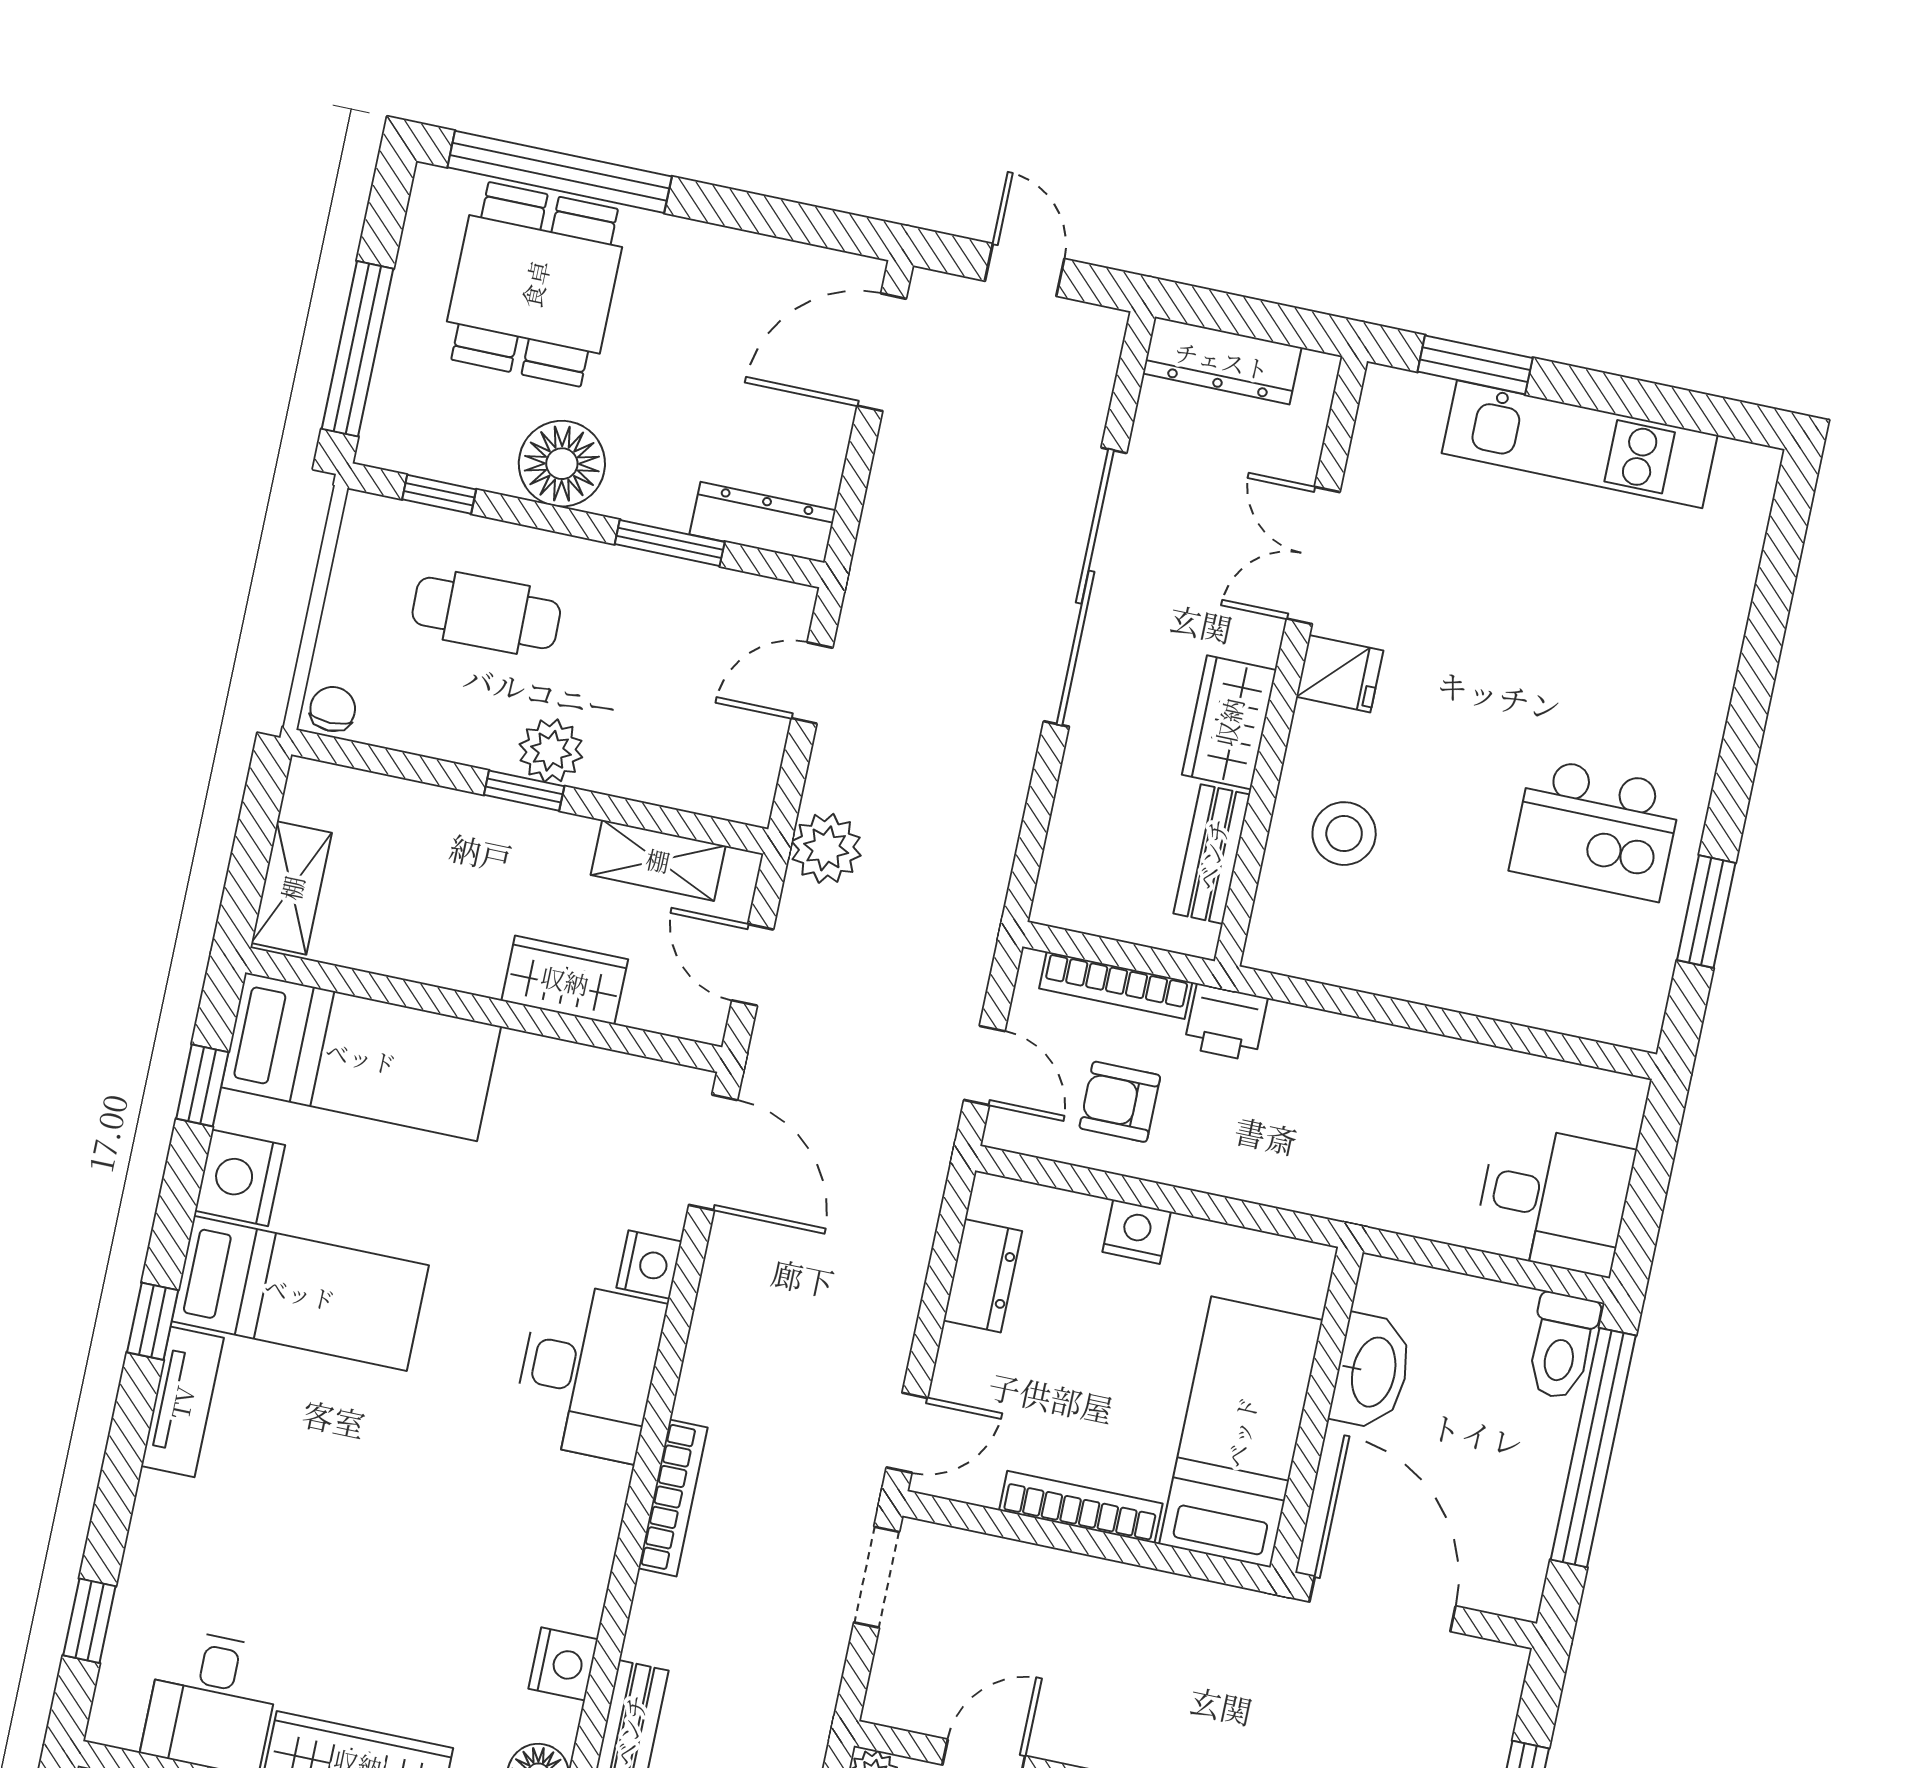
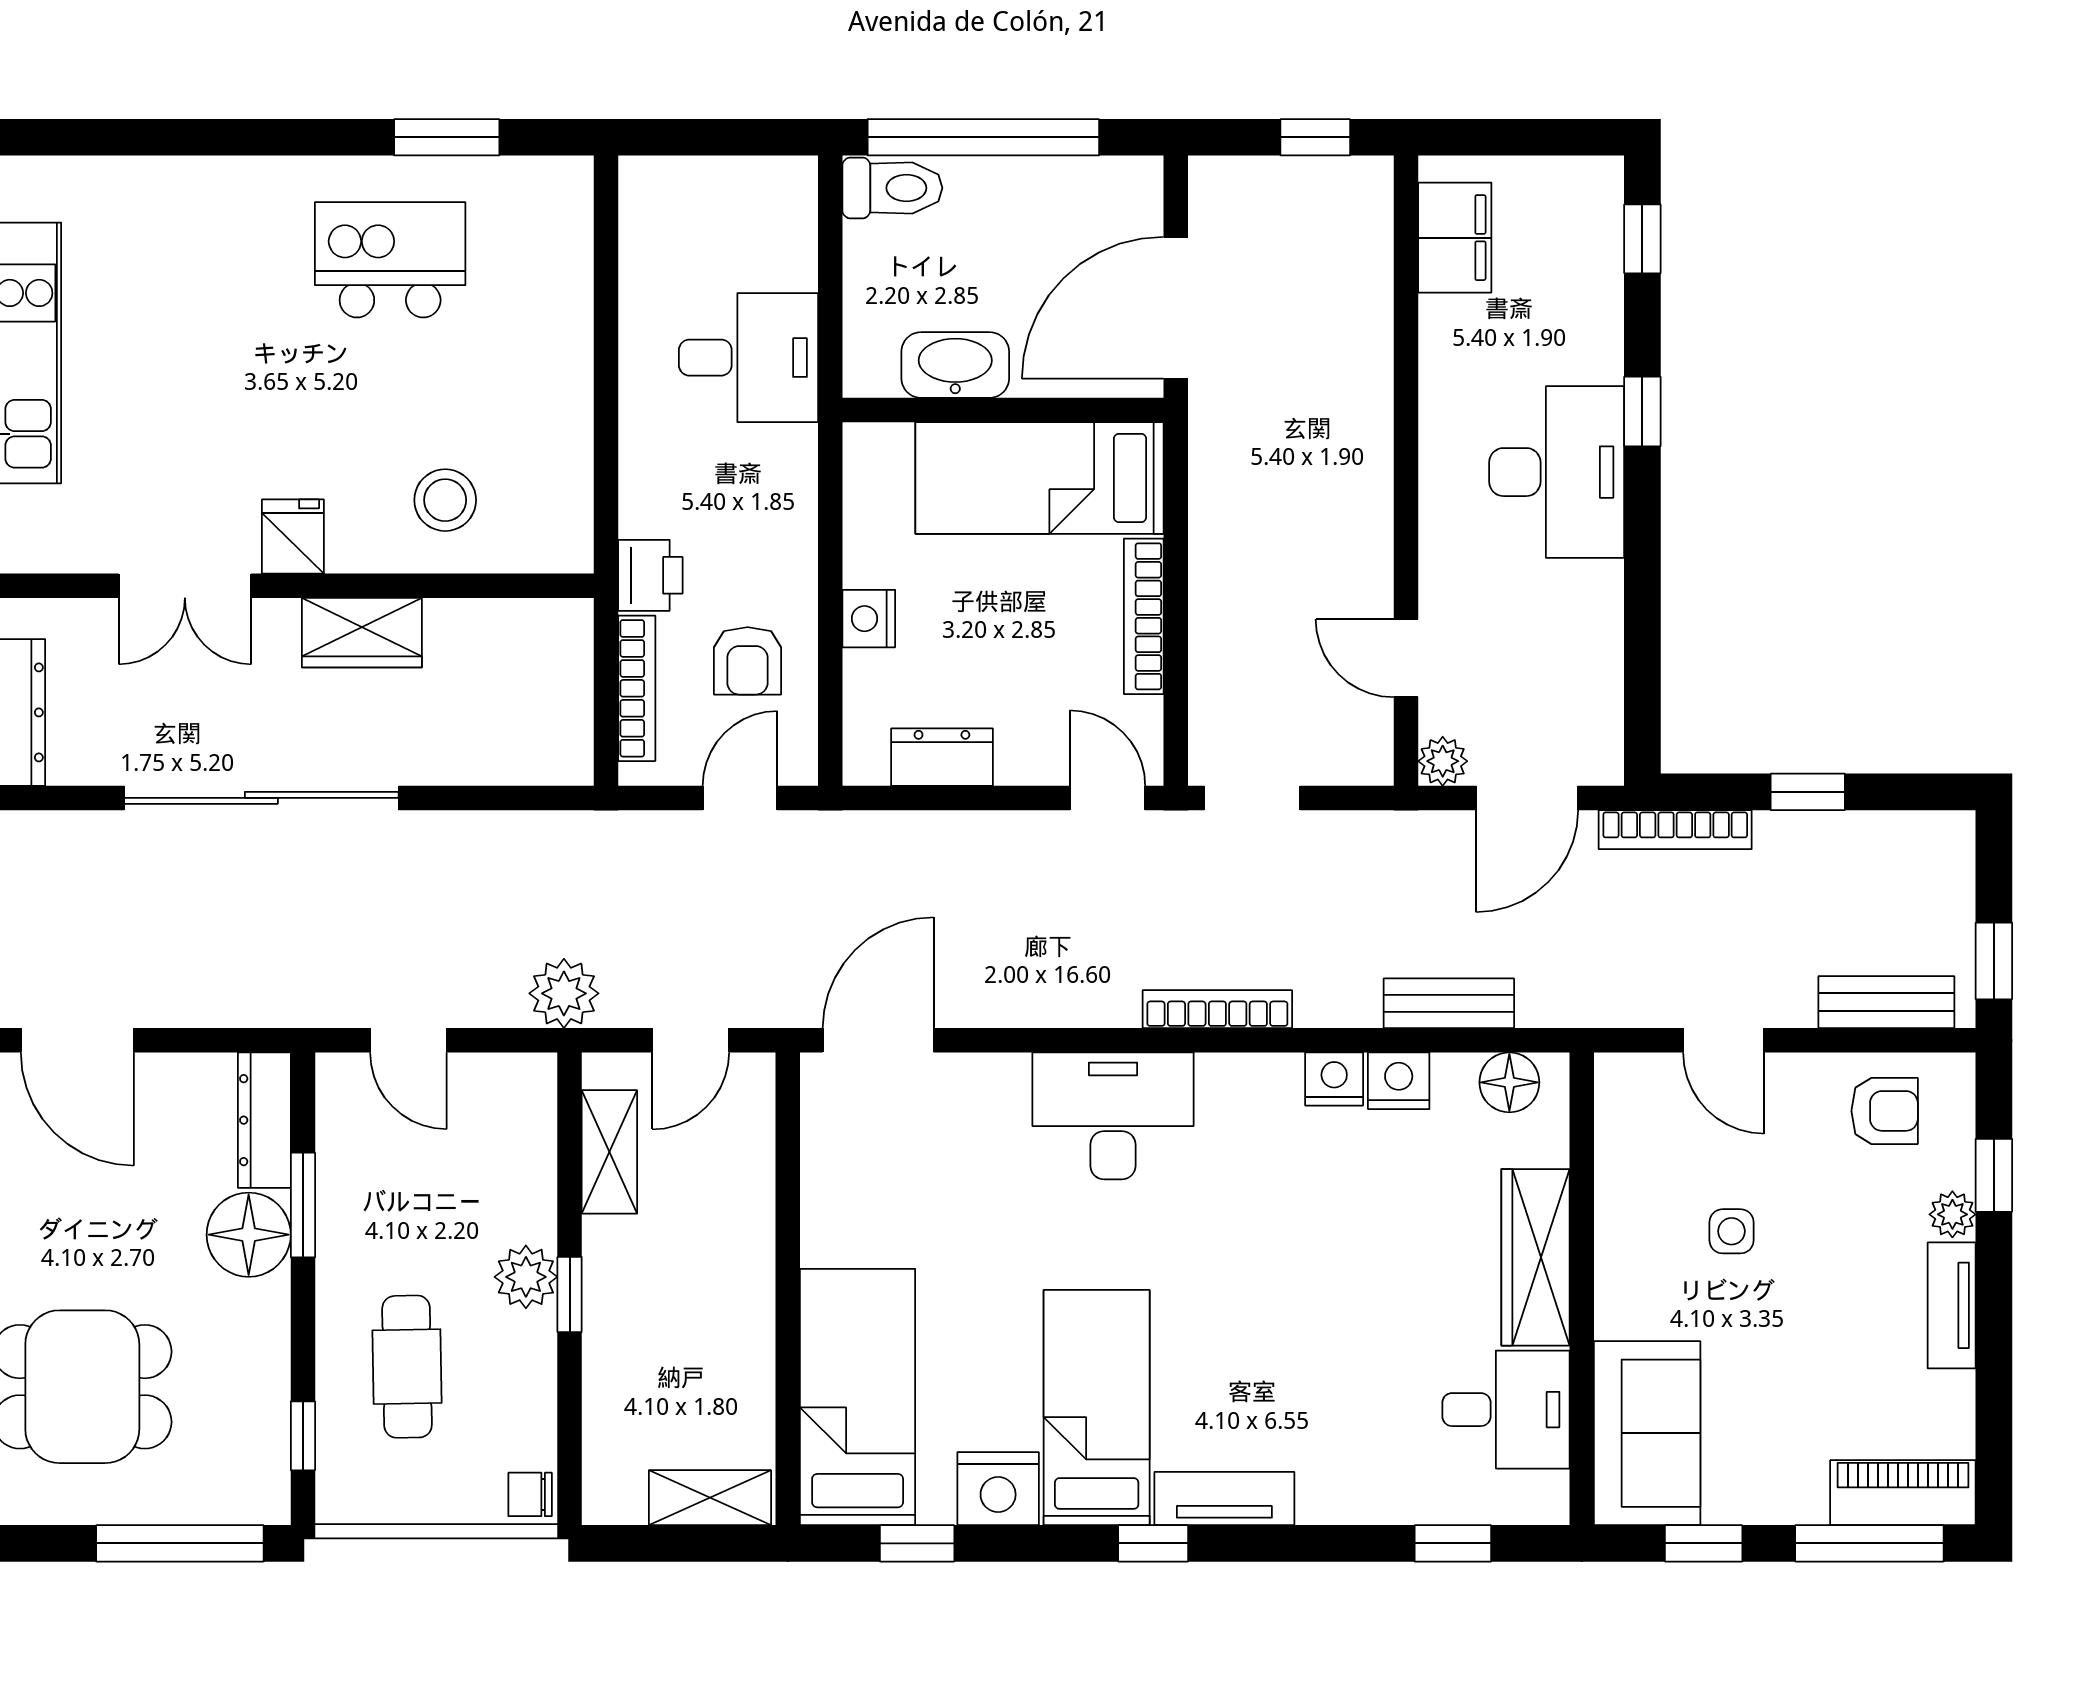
floor lamp: (562, 464) -> (249, 1235), moved
kitchen island: (1596, 829) -> (390, 260), turned -90
bench: (1212, 854) -> (492, 623), removed
wardrobe: (565, 980) -> (743, 1217), removed
desk: (1554, 1200) -> (748, 358), moved, turned 90
nightstand: (649, 1265) -> (1334, 1079), moved

